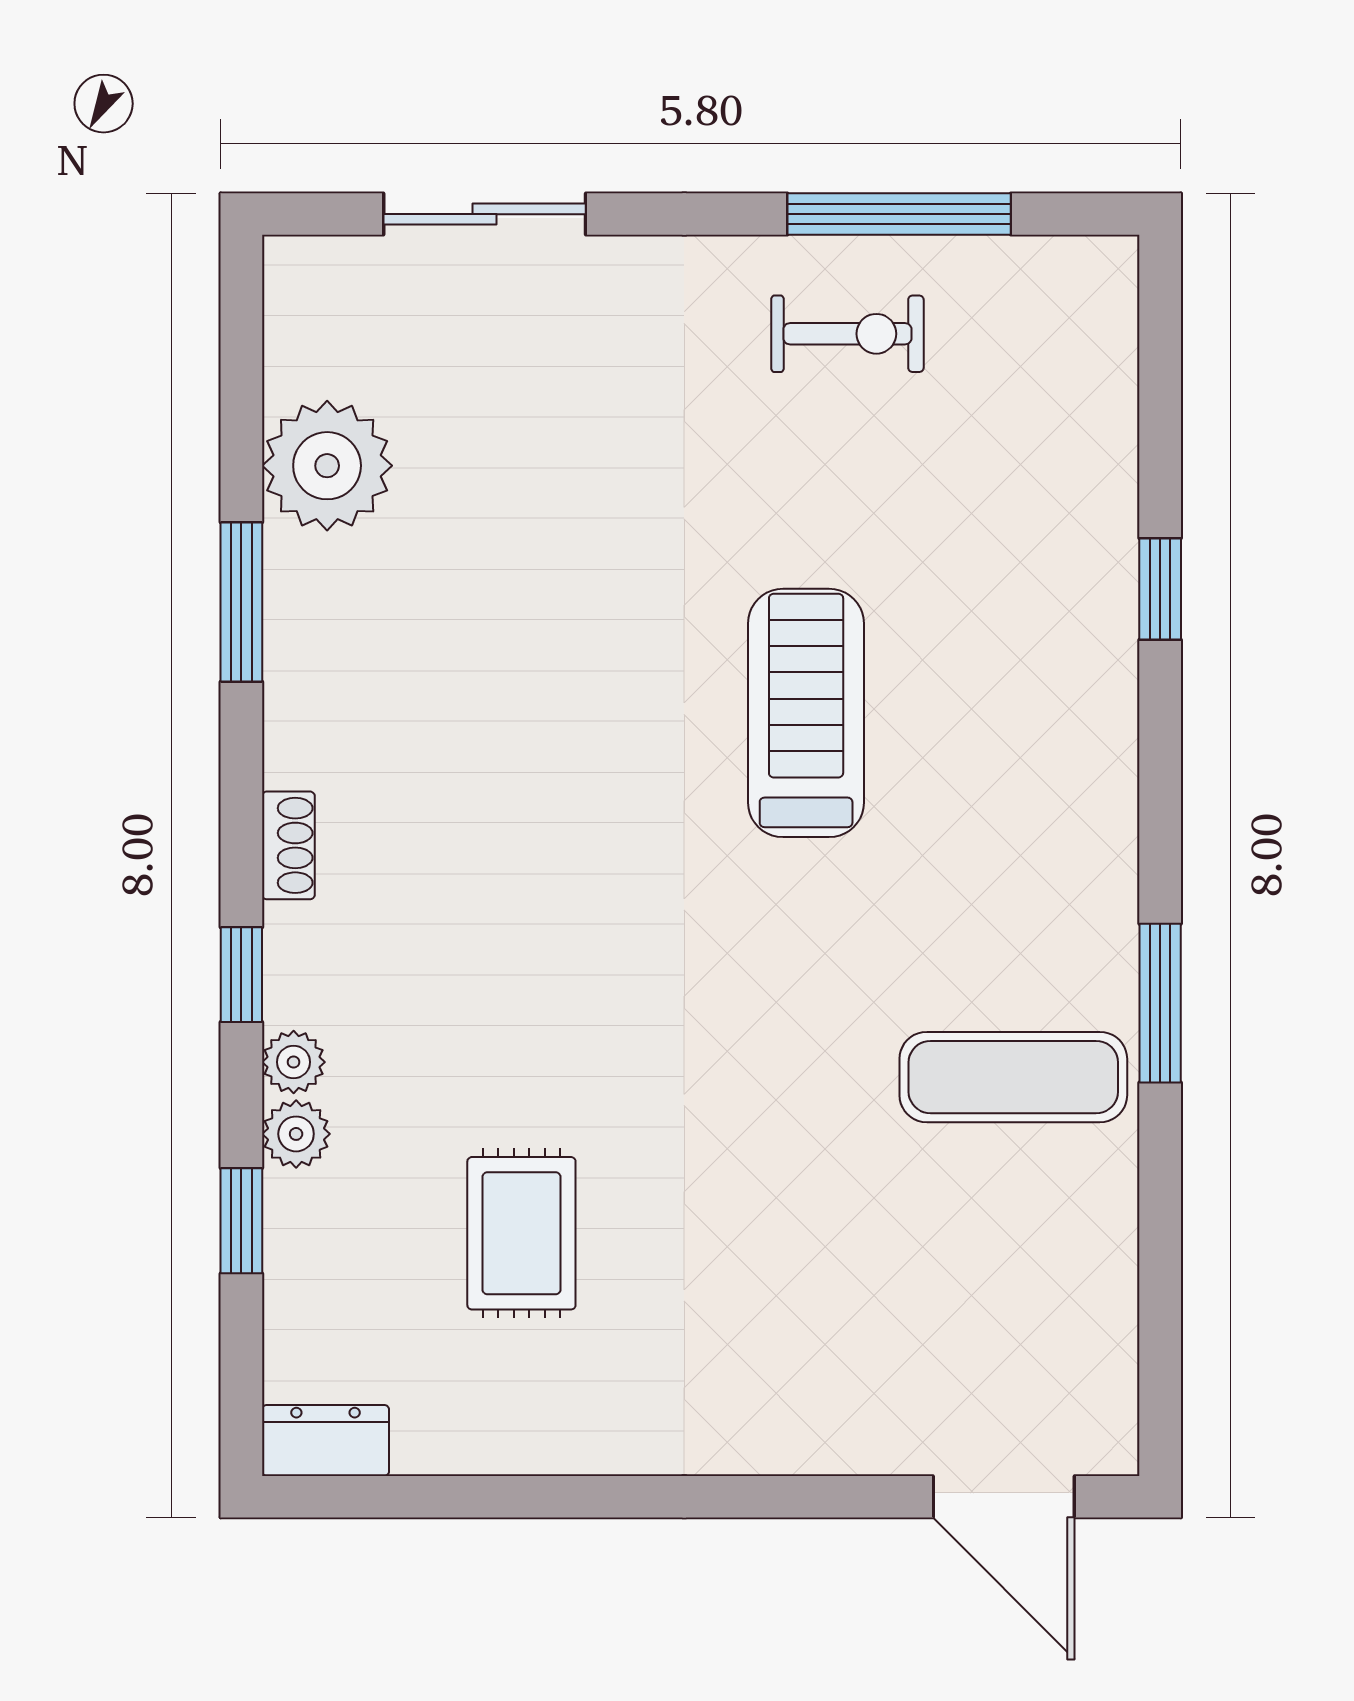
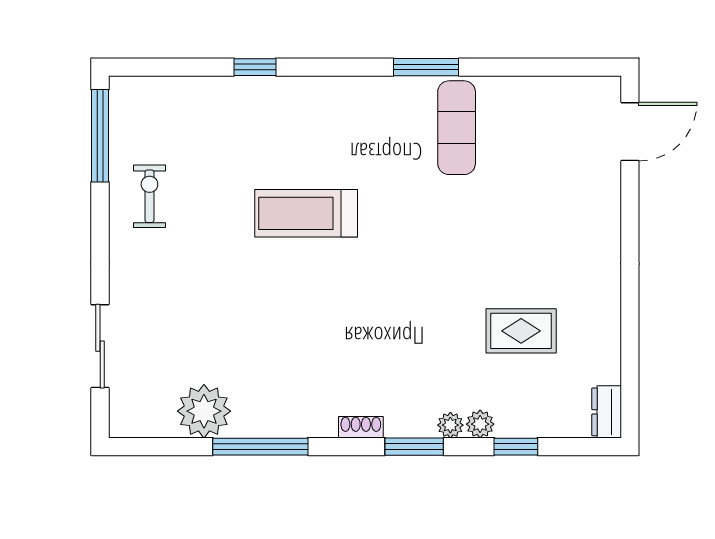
window: (899, 214) -> (100, 136), moved
window: (241, 602) -> (260, 447), width x1.44
window: (241, 975) -> (414, 447), width x1.50

